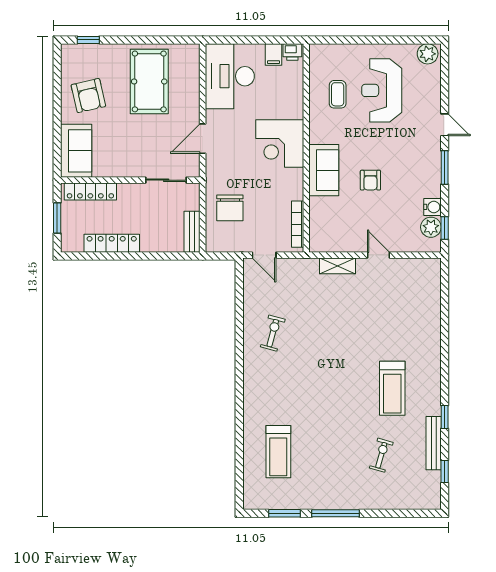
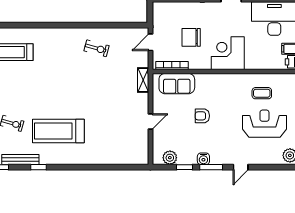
sofa: (324, 170) -> (177, 84), moved
water cooler: (432, 207) -> (203, 159), moved
chair: (230, 208) -> (191, 37), moved
window: (445, 228) -> (184, 167), moved
shelving: (338, 266) -> (143, 80), moved
treadmill: (392, 388) -> (58, 131), width x1.37, depth x1.38

